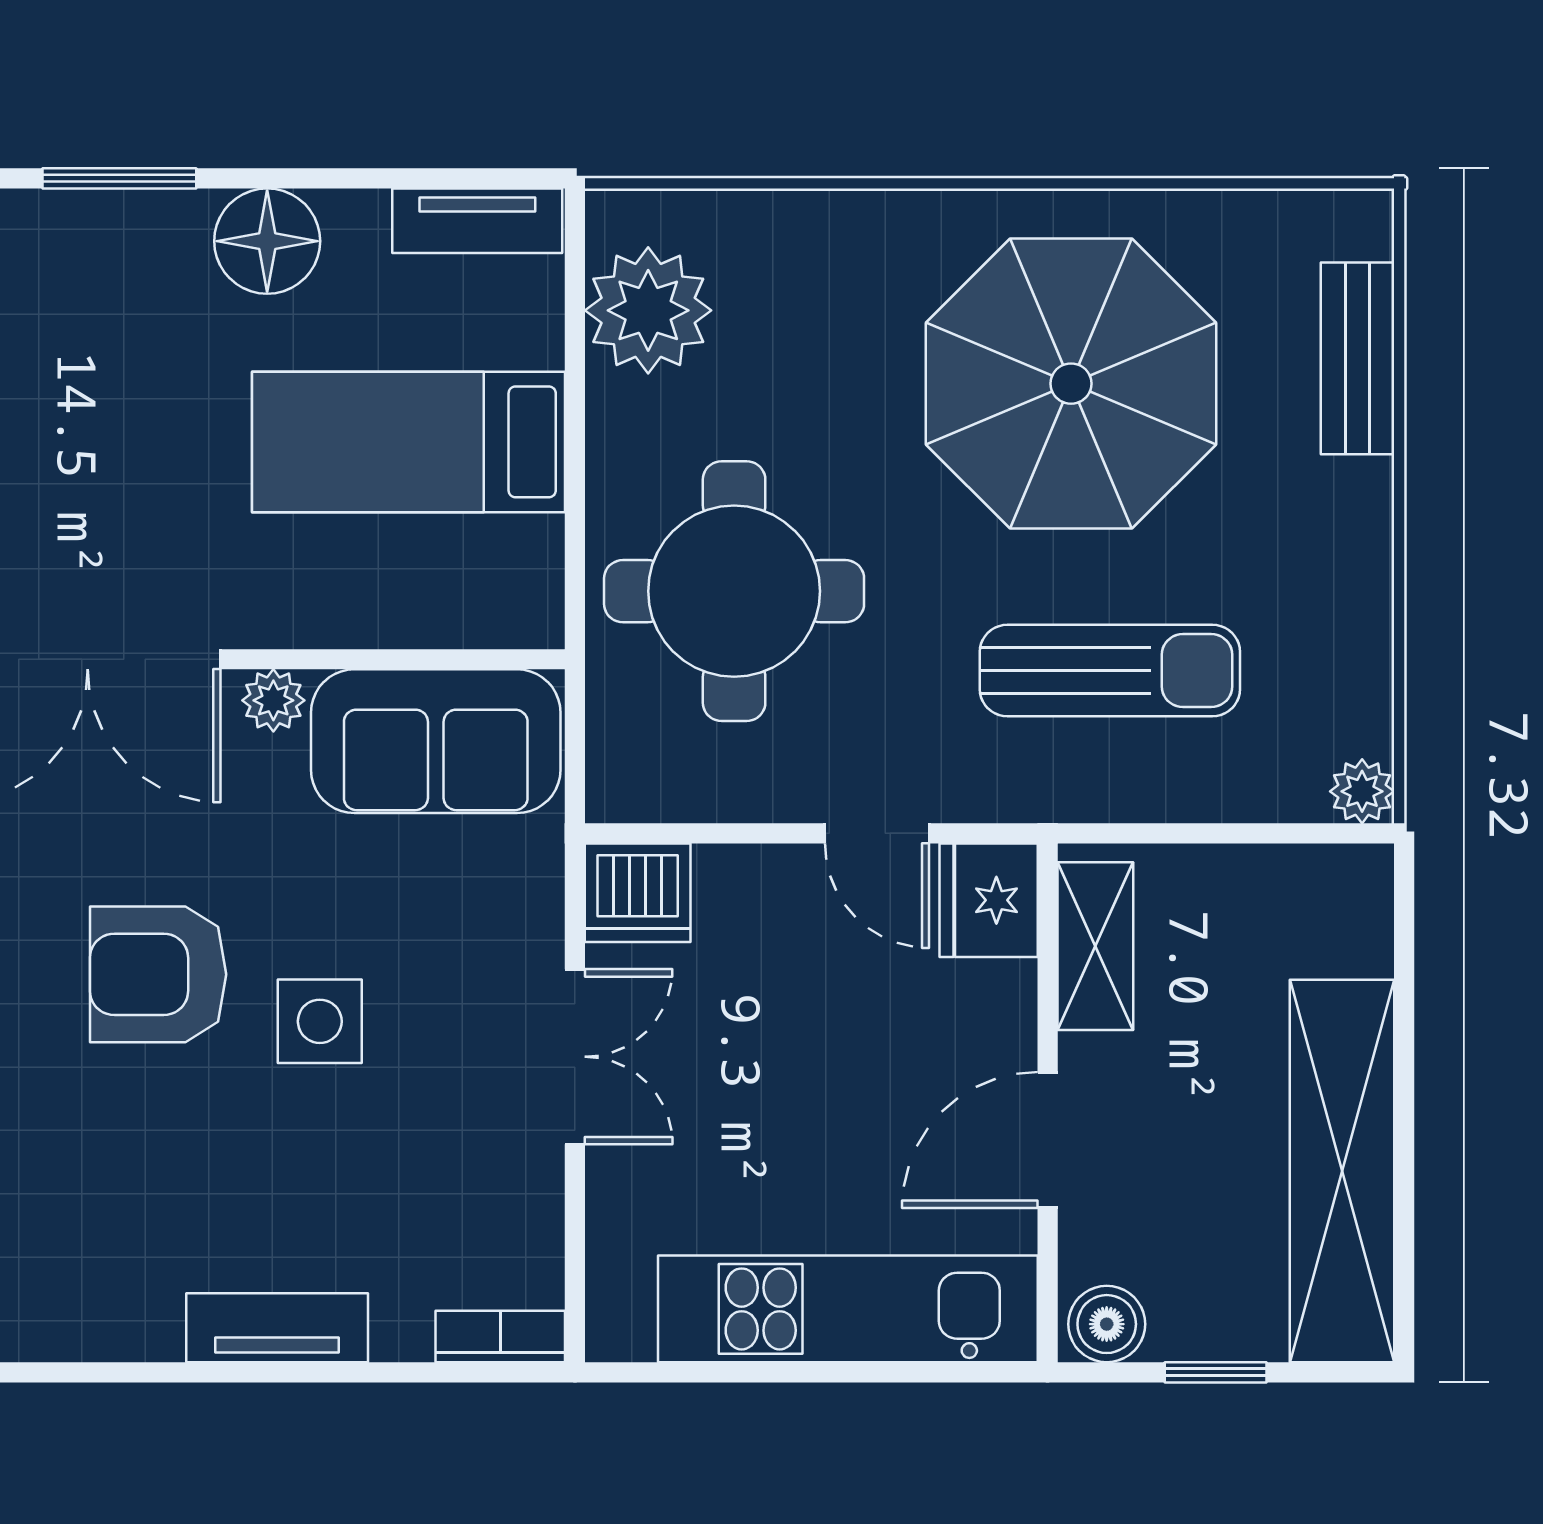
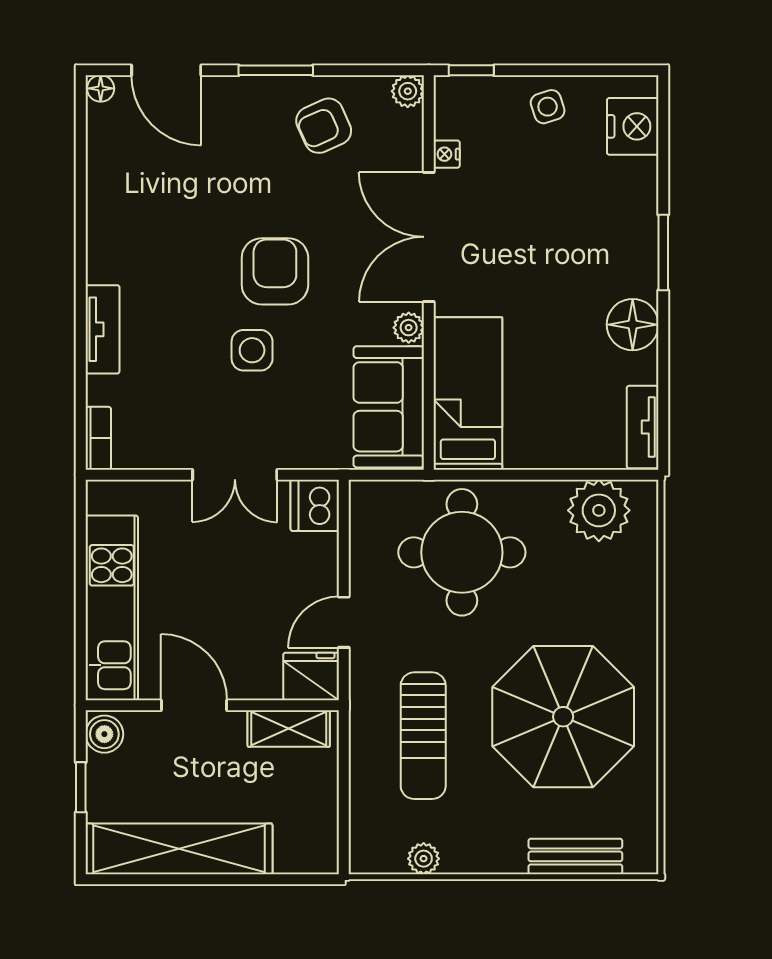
bed: (409, 442) -> (468, 394), moved
plant: (1362, 791) -> (424, 859), moved

